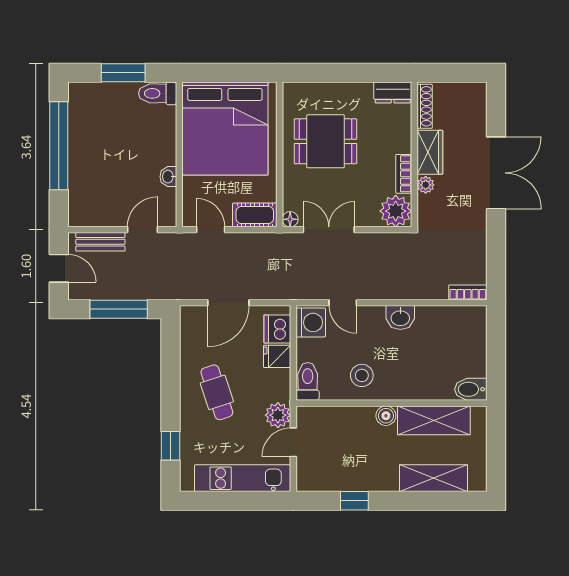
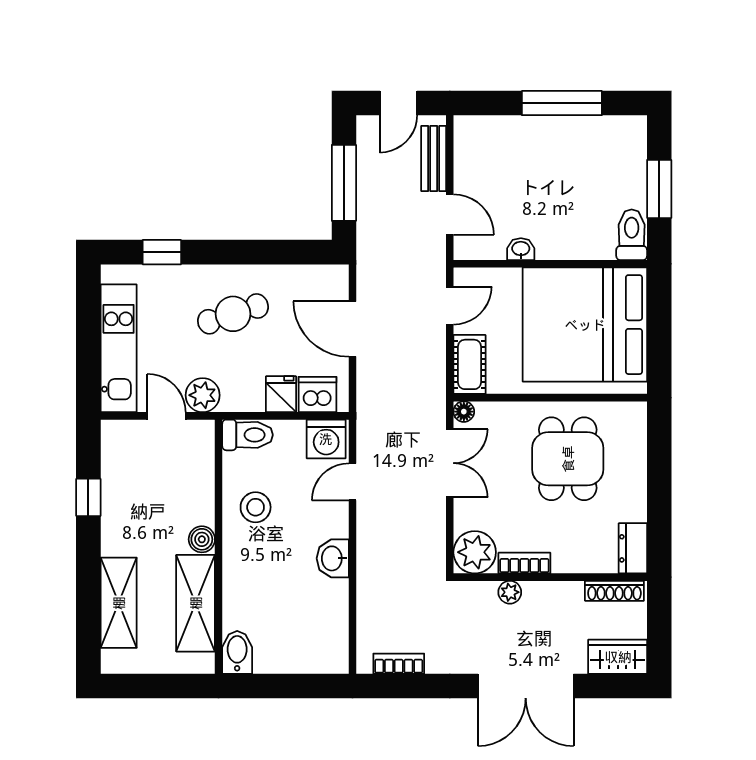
window: (59, 146) -> (562, 103), width x0.68
wardrobe: (430, 152) -> (618, 657), moved, turned 180
bookcase: (468, 292) -> (399, 664), moved, turned -90

